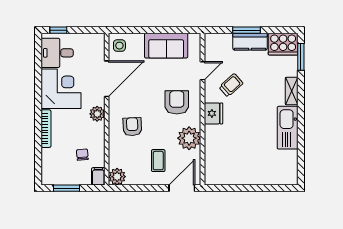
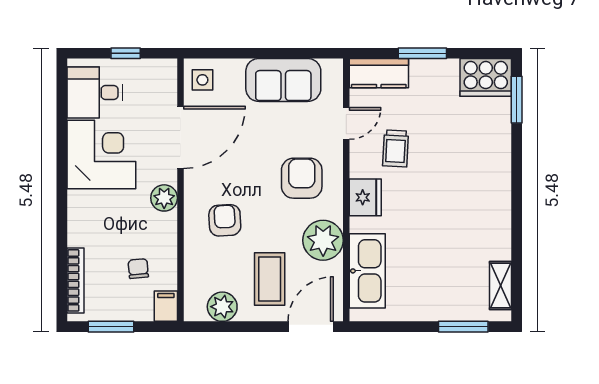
window: (58, 30) -> (126, 53), moved
kitchen counter: (250, 42) -> (379, 73), moved
trolley: (231, 85) -> (396, 148), turned 135
shelving: (292, 91) -> (501, 285), moved
kitchen sink: (288, 128) -> (367, 271), moved, turned 180
bookcase: (46, 129) -> (75, 280), moved
coffee table: (158, 161) -> (270, 279), width x1.36, depth x1.30
plant: (117, 177) -> (222, 307), moved
window: (270, 188) -> (463, 327), added

